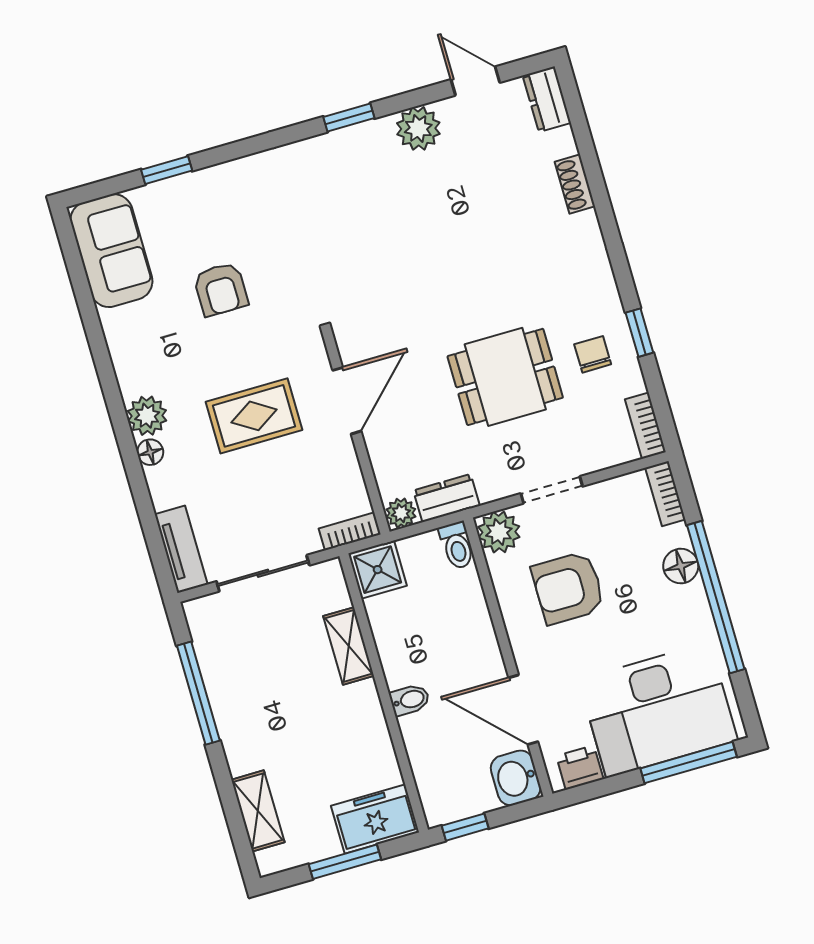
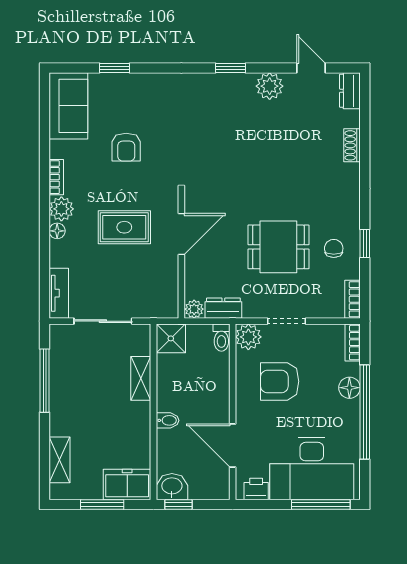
bookcase: (350, 531) -> (56, 177), moved, turned 90
washbasin: (516, 778) -> (172, 487), moved, turned 90

